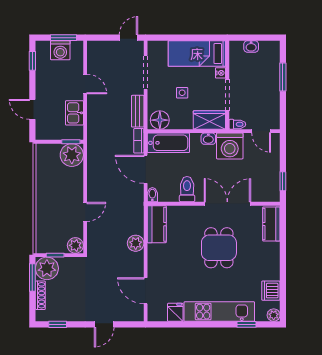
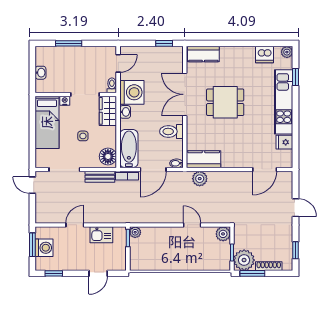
plant: (72, 155) -> (135, 232), width x0.53, depth x0.53
plant: (136, 243) -> (200, 179), moved

